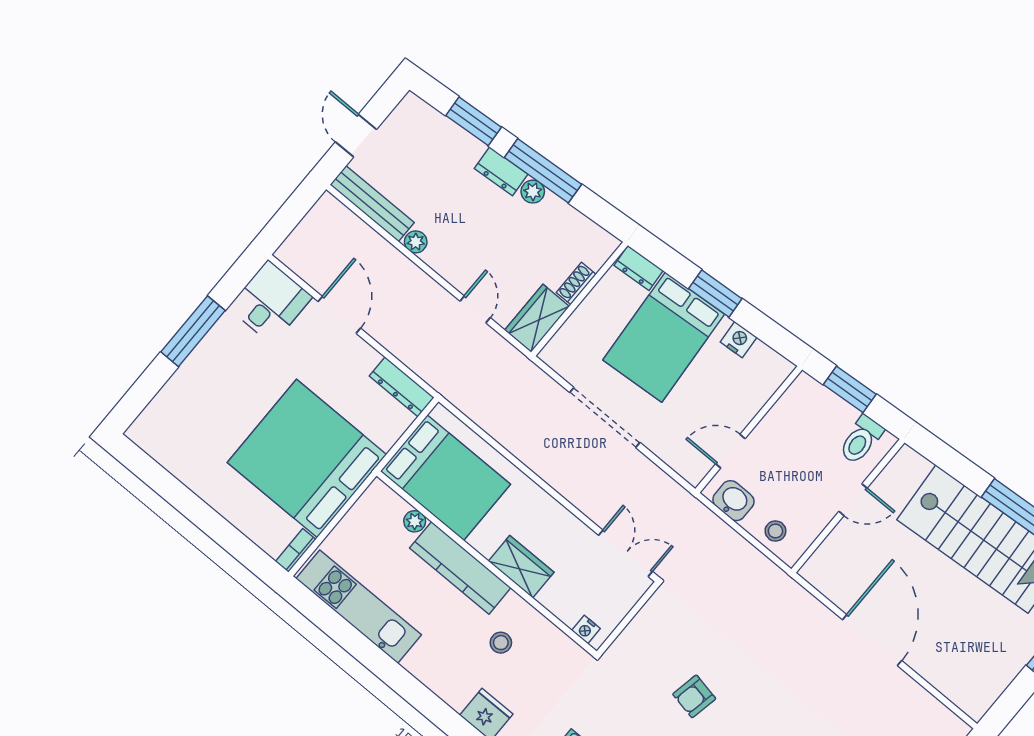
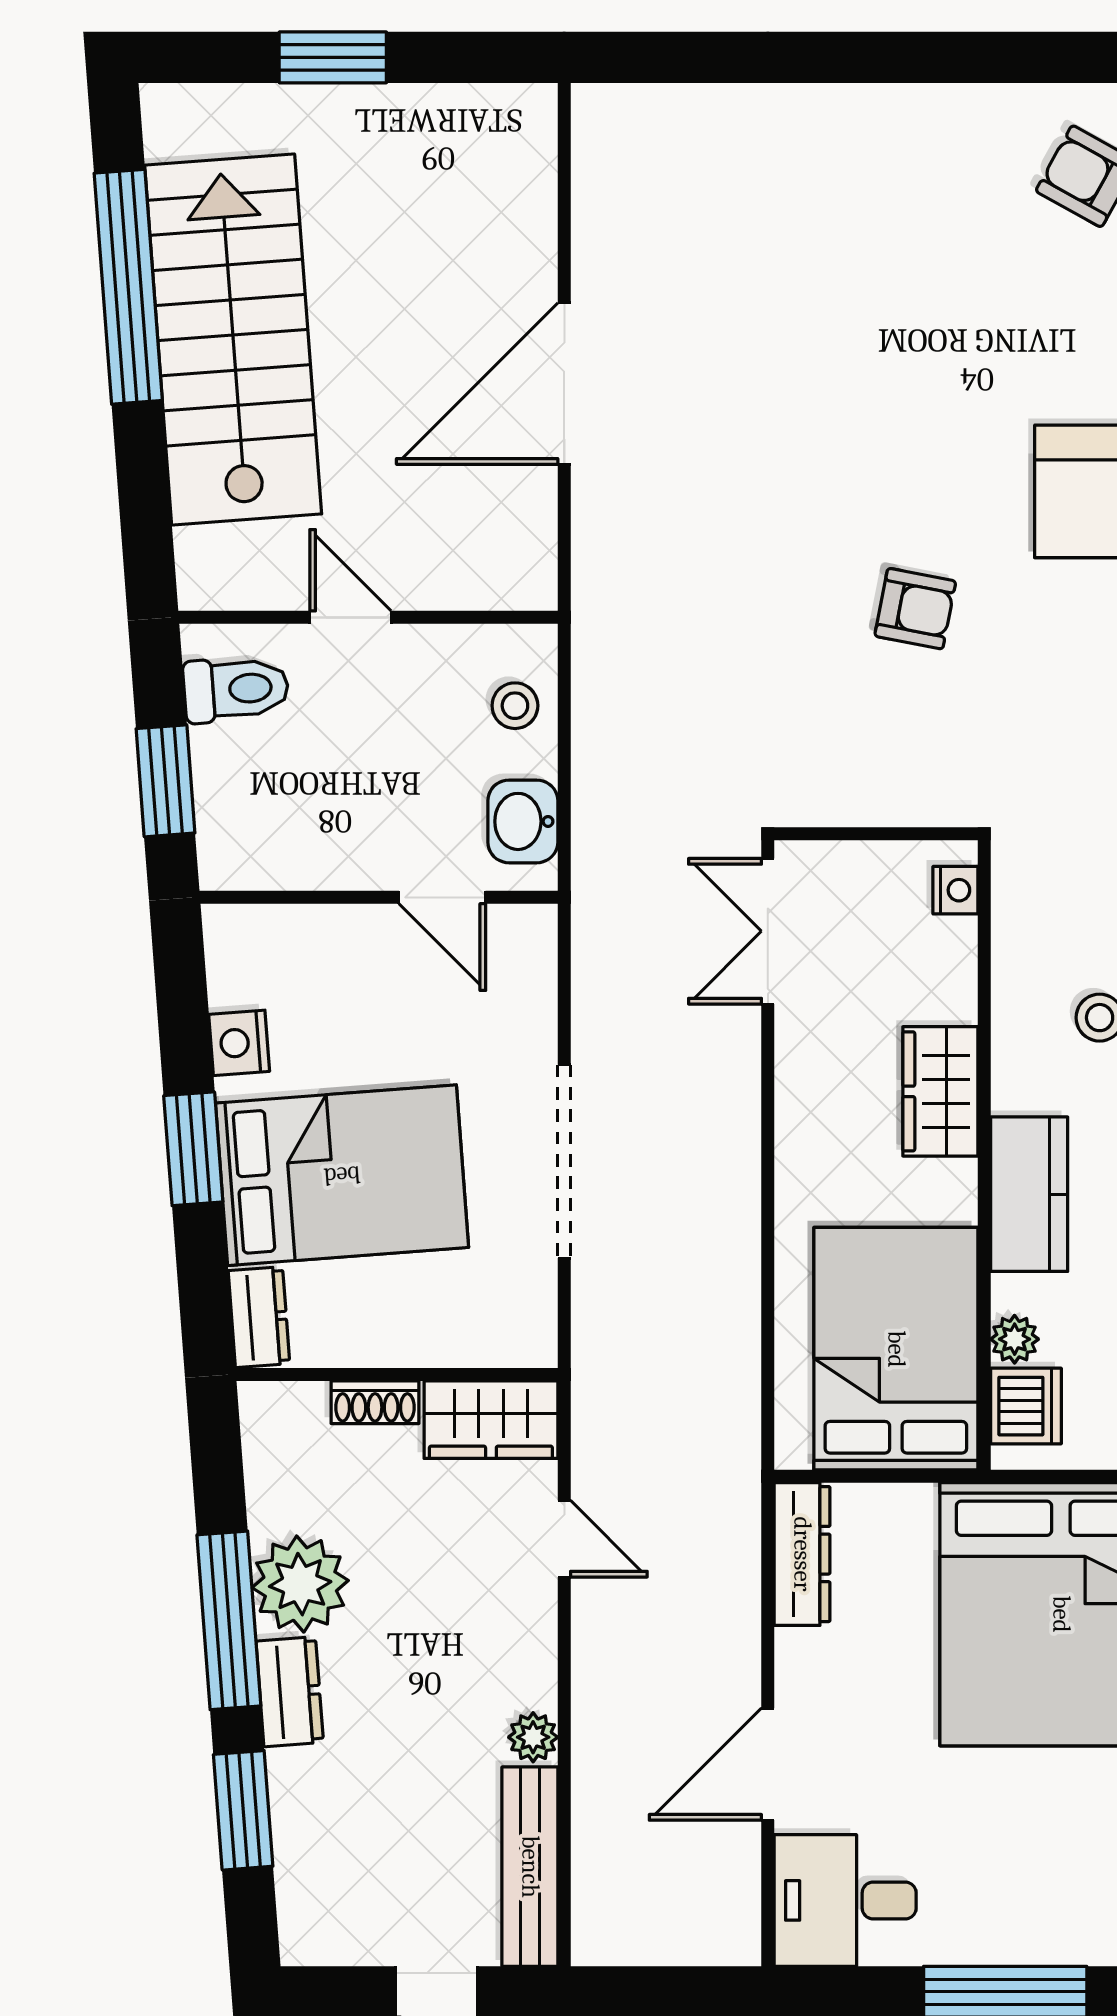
plant: (533, 192) -> (300, 1584), width x1.87, depth x1.87
door: (475, 309) -> (564, 1539), swing flipped
dishwasher: (388, 506) -> (1026, 1406), added
kitchen counter: (460, 568) -> (1029, 1194), width x0.67

